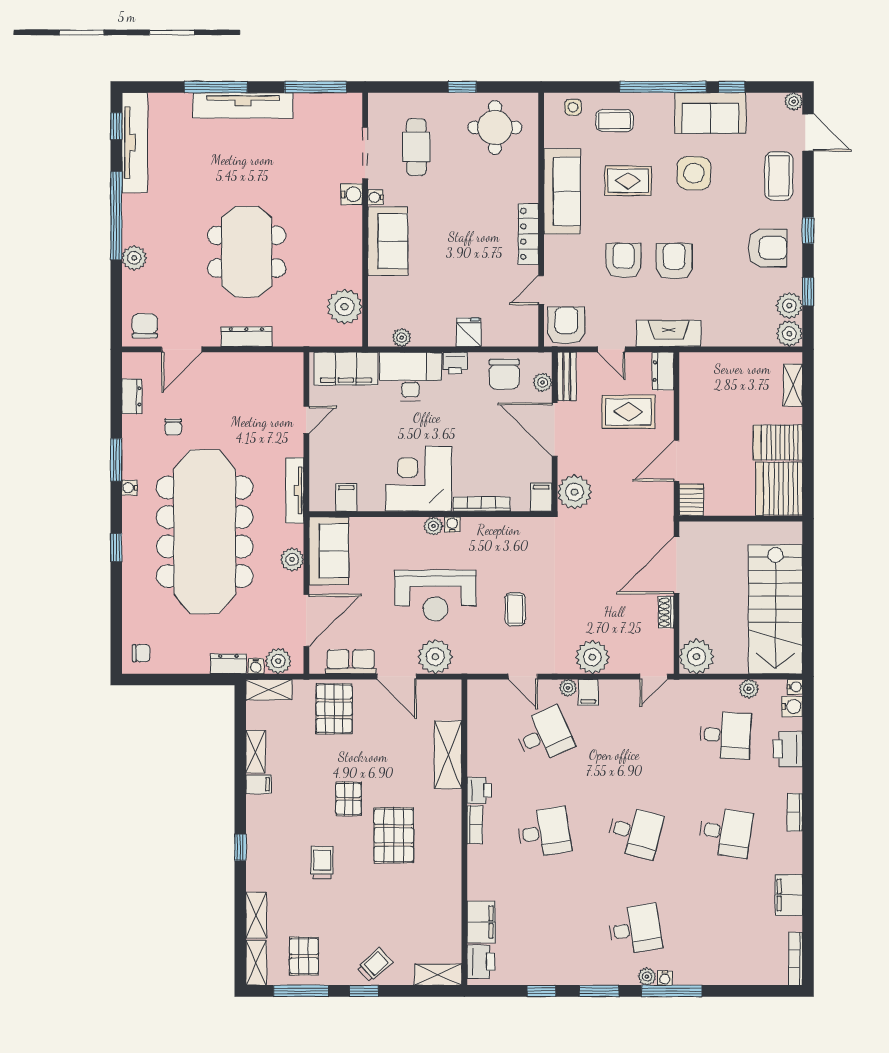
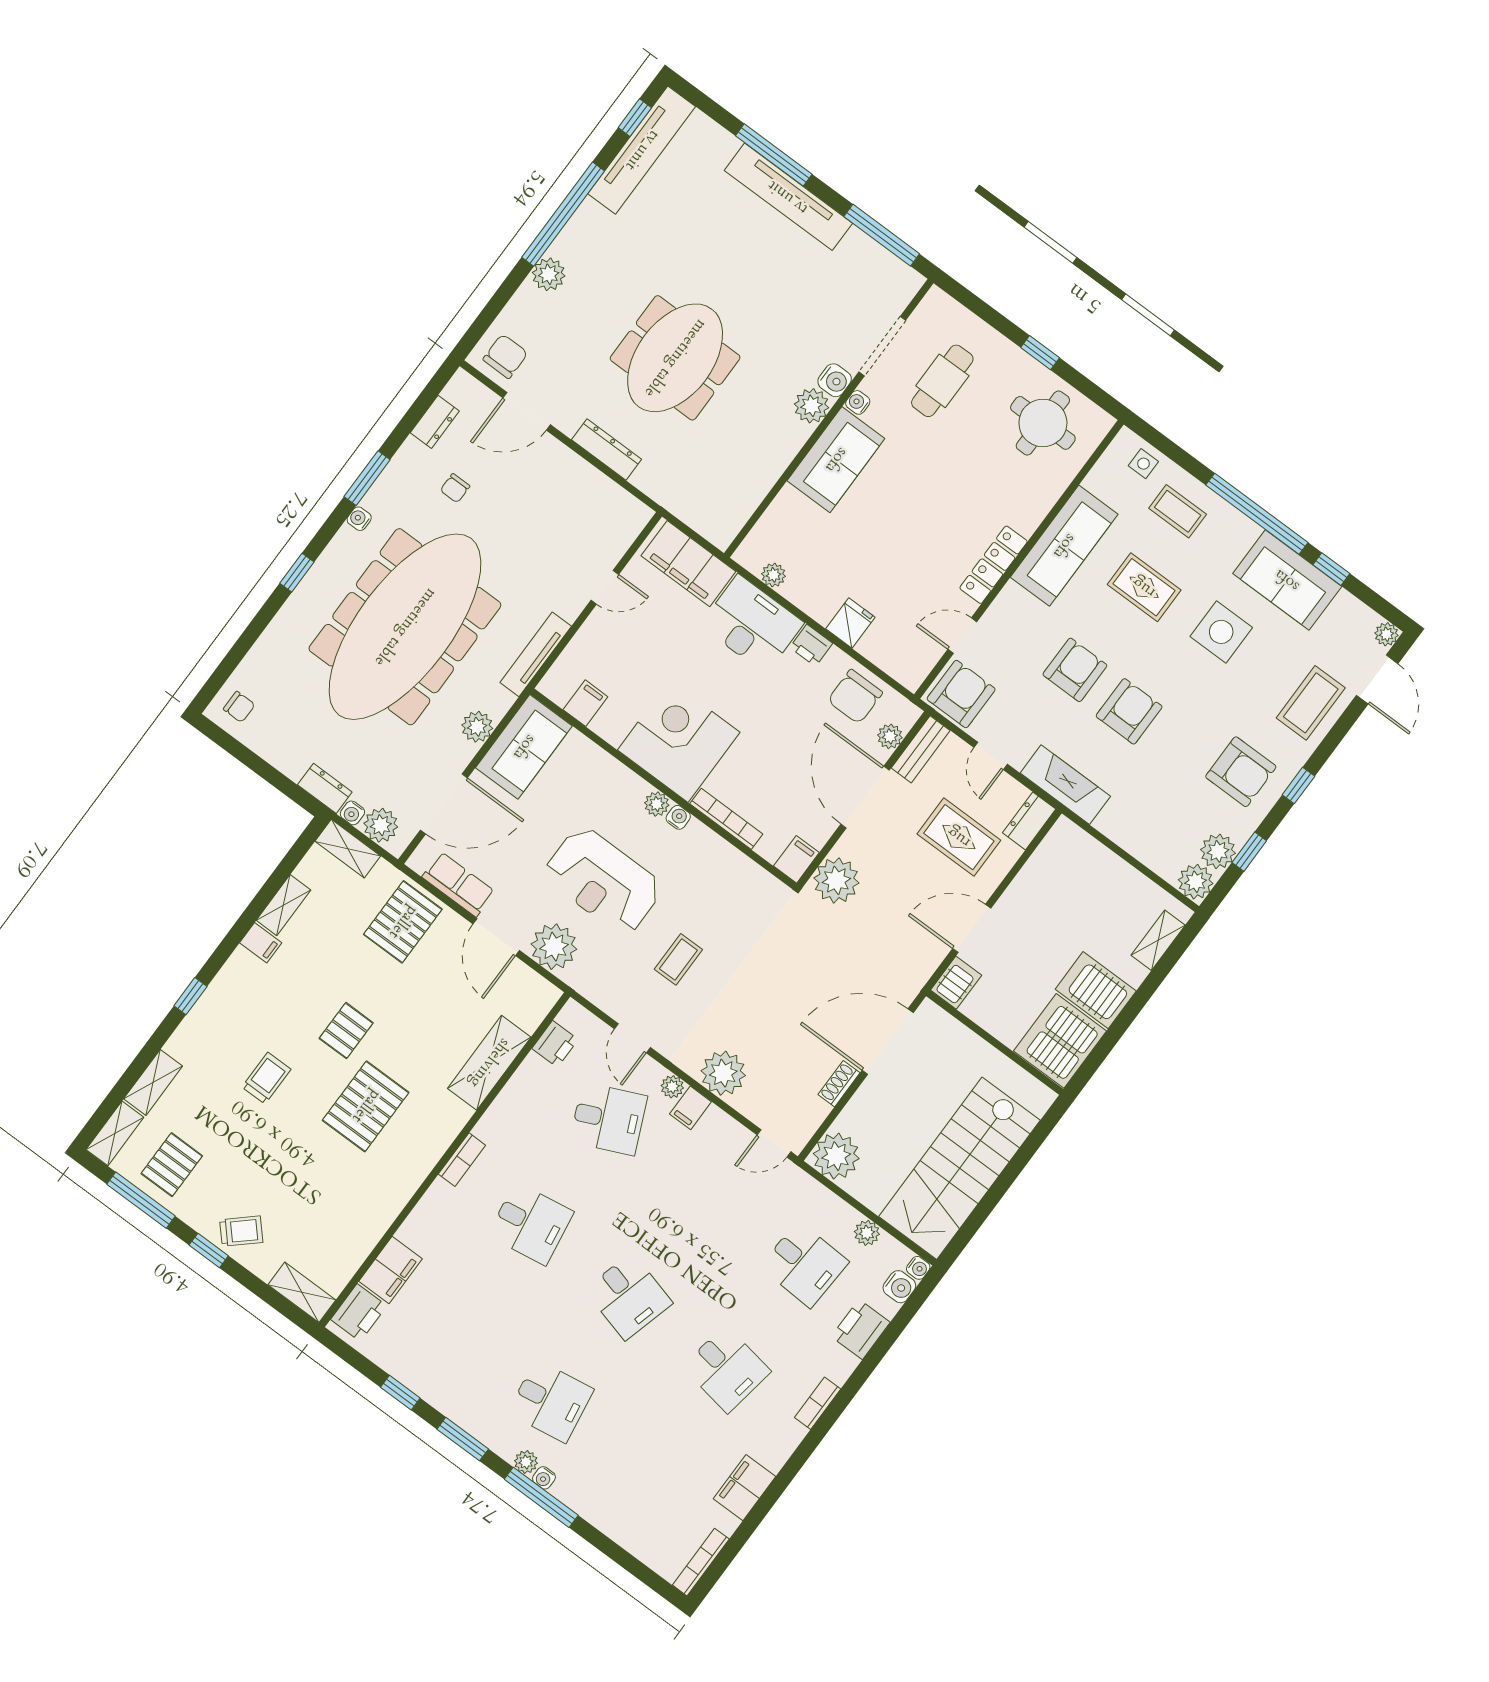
plant: (345, 307) -> (812, 406), moved, width x0.73, depth x0.73
printer: (479, 790) -> (555, 1044), moved

